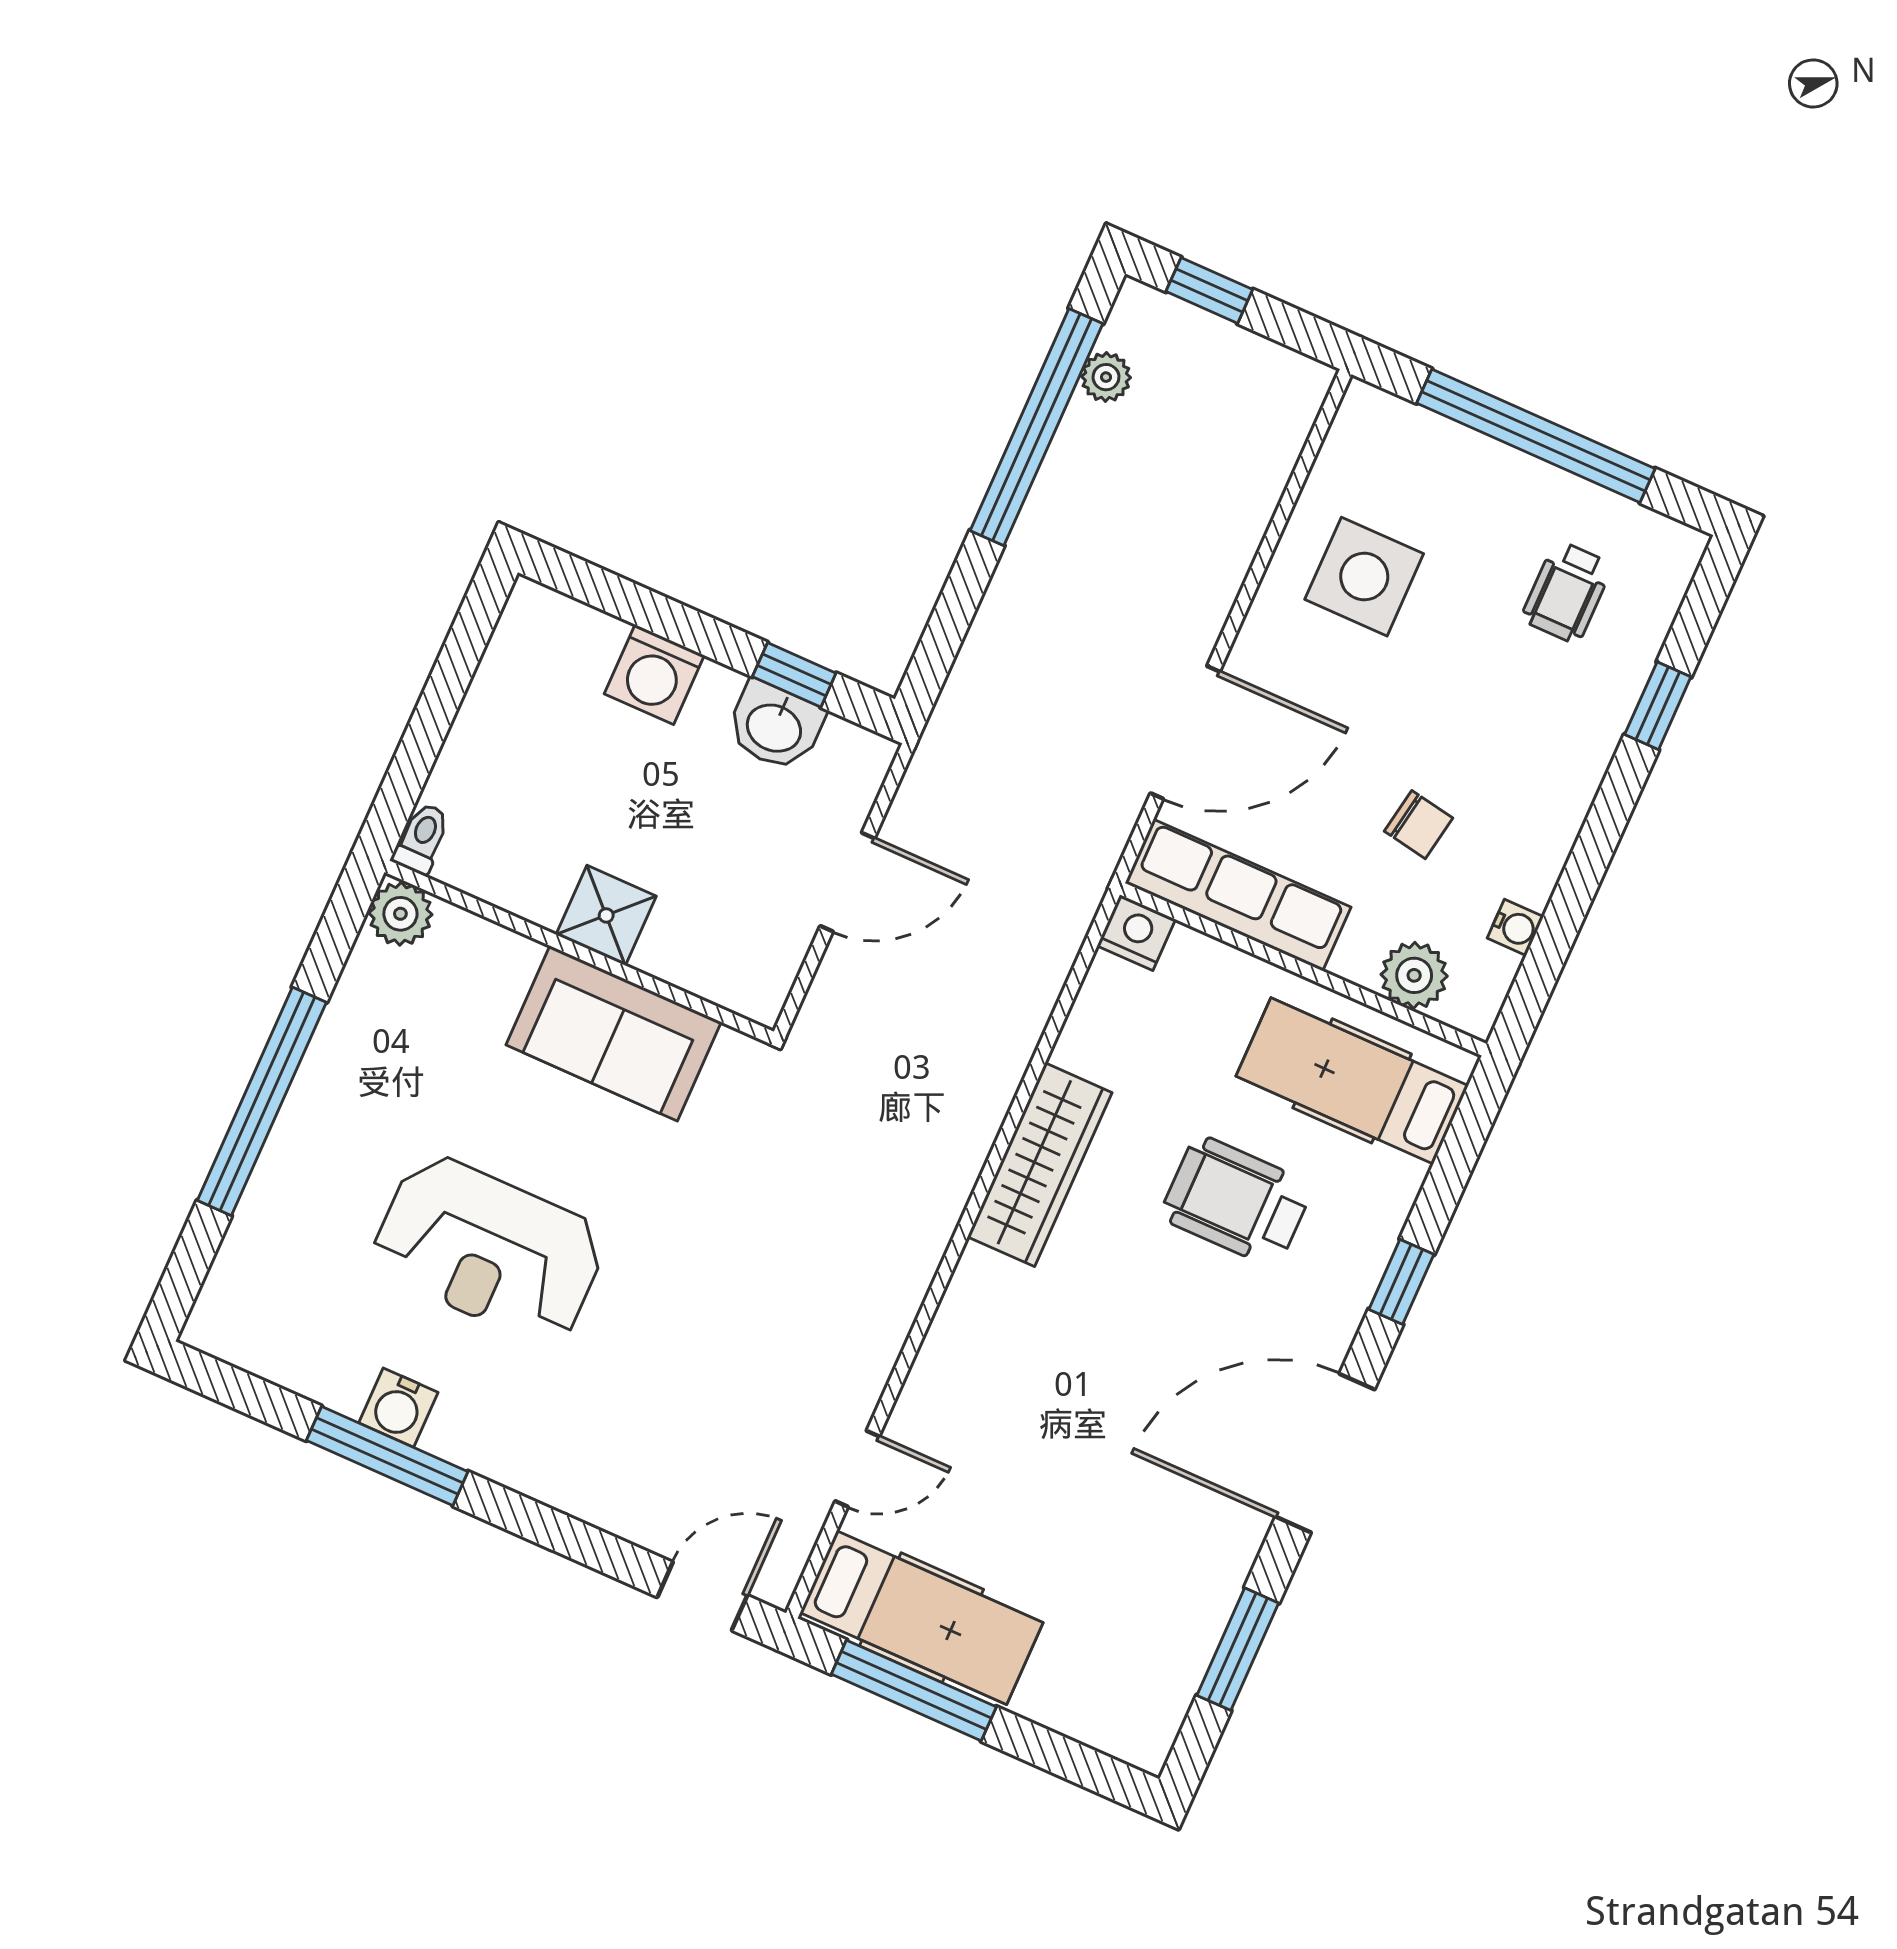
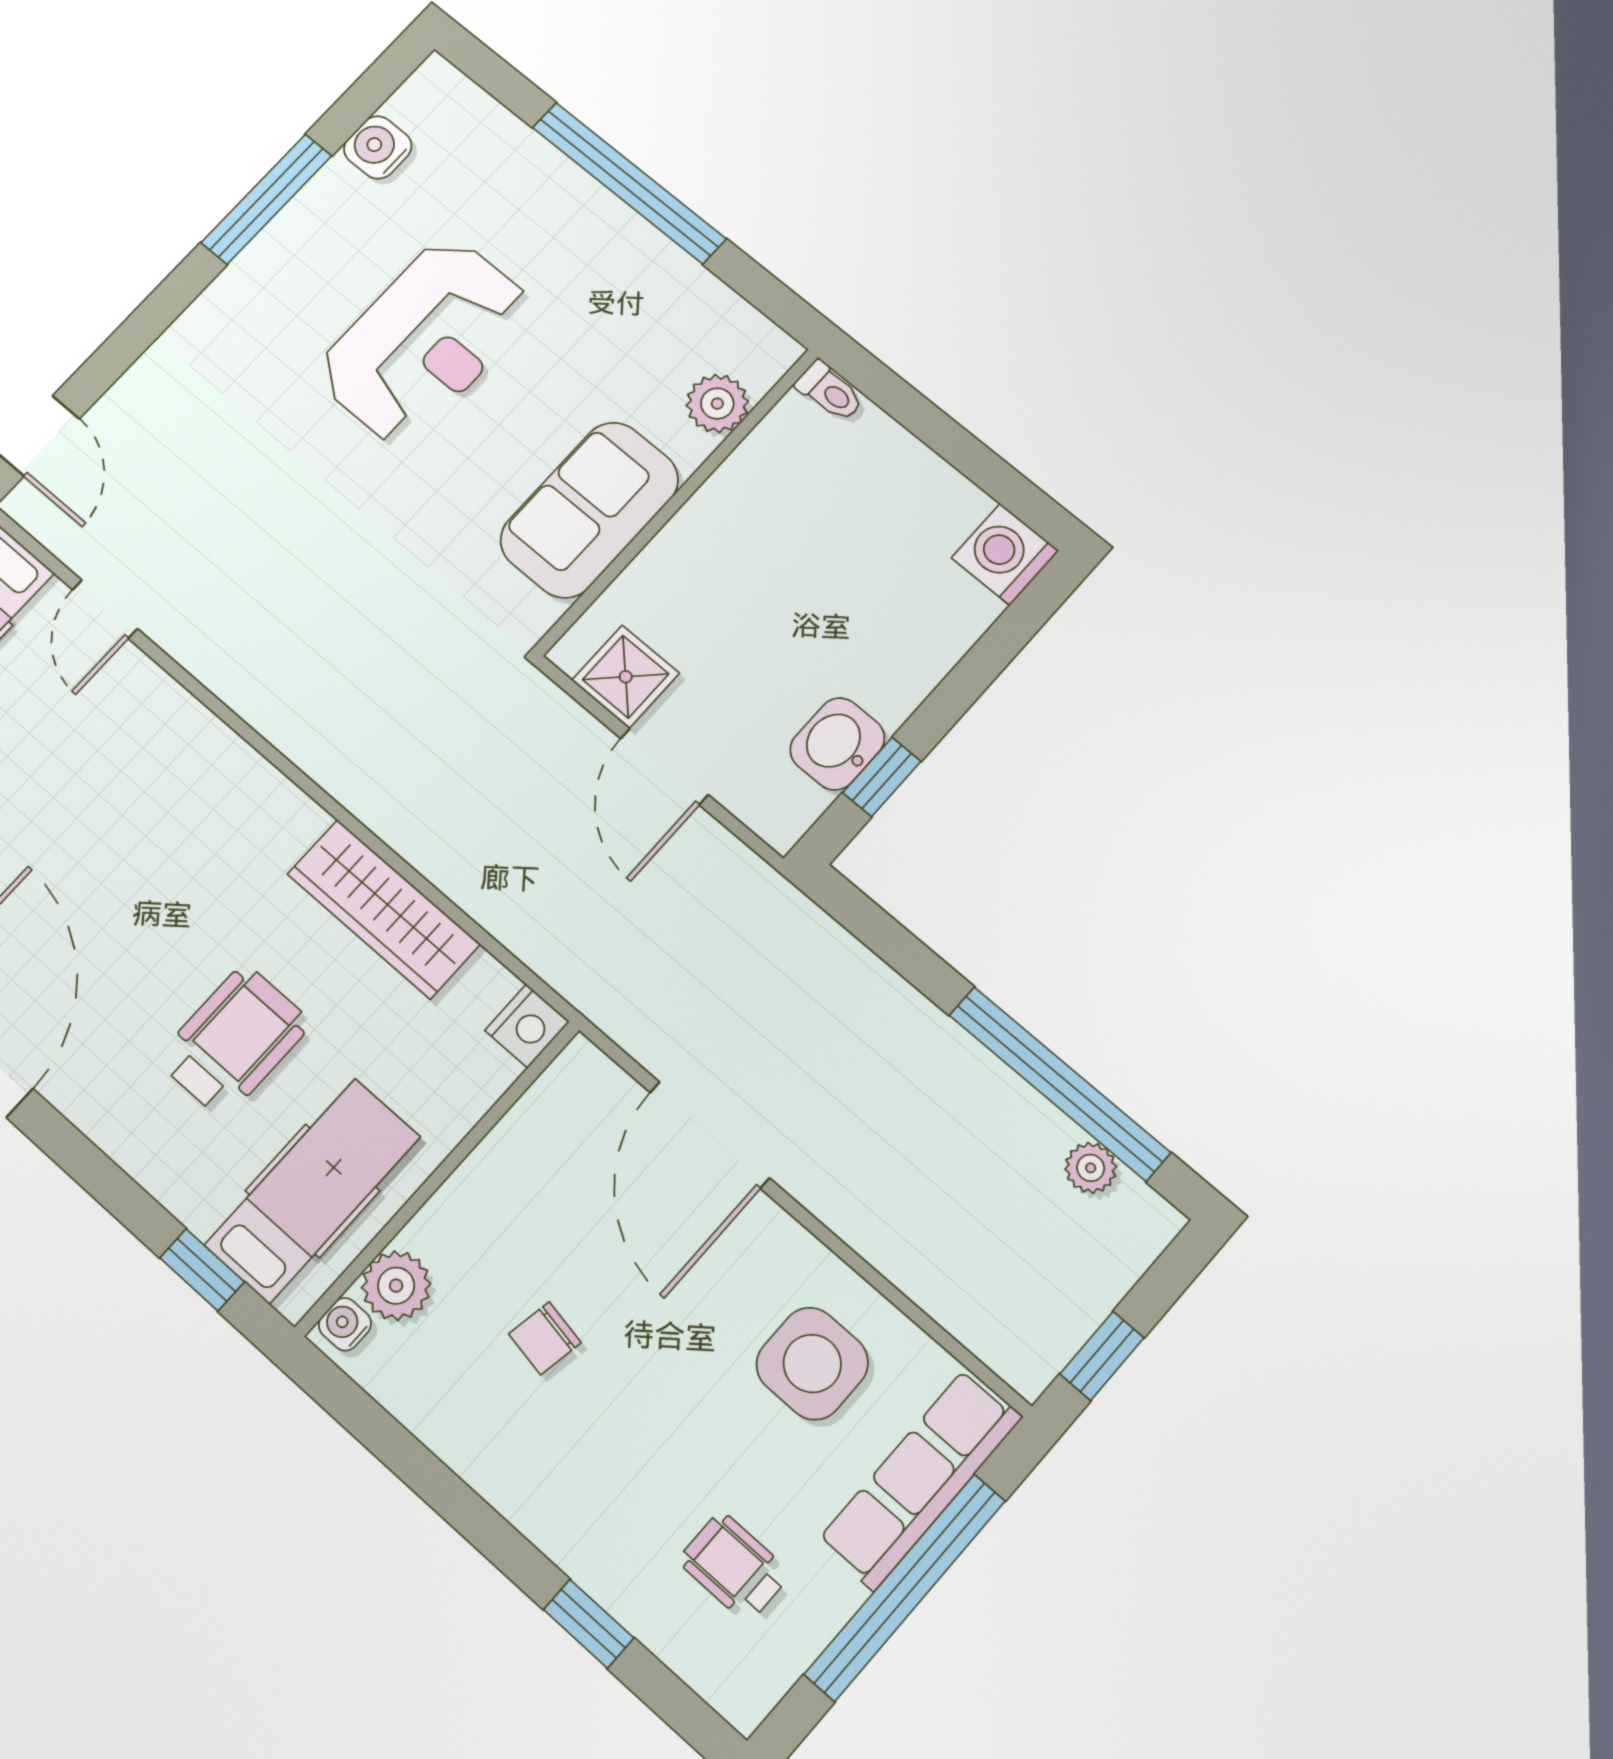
window: (1209, 290) -> (1102, 1356), moved
washing machine: (654, 675) -> (1005, 554), moved
row of seats: (1238, 895) -> (920, 1479), moved, turned 180
plant: (400, 914) -> (717, 404), moved
shower: (606, 915) -> (626, 677), moved
water cooler: (1515, 927) -> (345, 1324), moved, turned 90
wardrobe: (1040, 1165) -> (384, 909), moved
reception desk: (489, 1250) -> (425, 341), turned 180
window: (1401, 1282) -> (202, 1270), moved
water cooler: (398, 1408) -> (378, 147), moved

